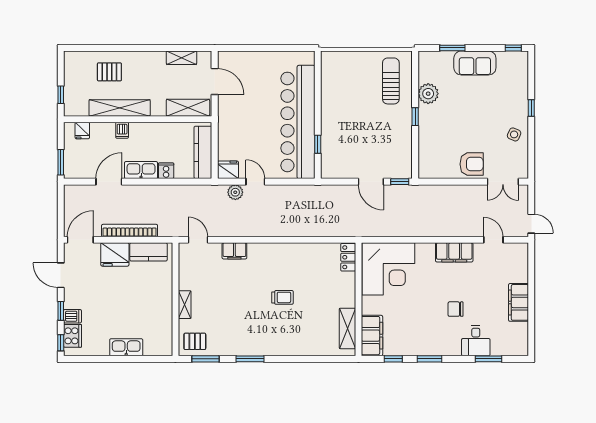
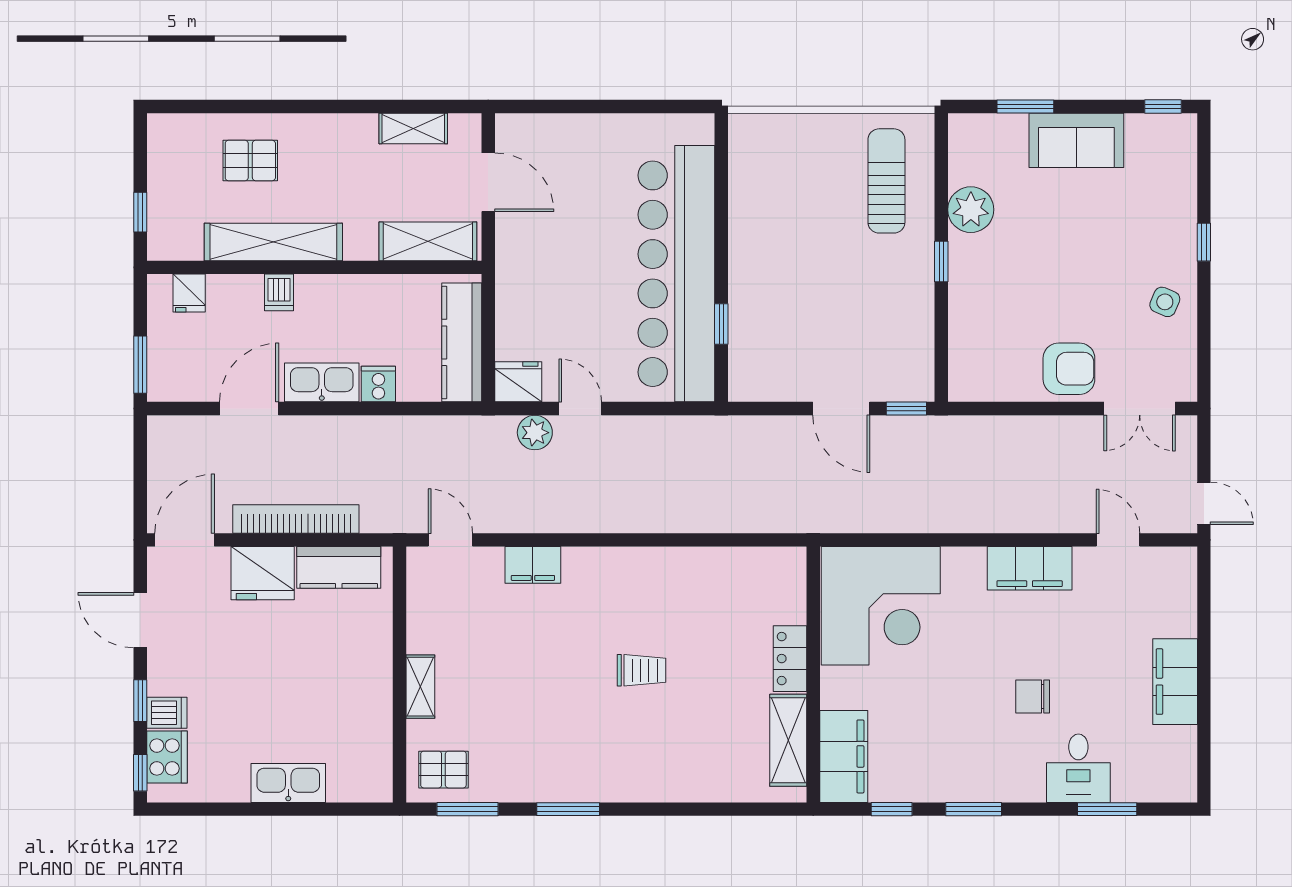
locker: (348, 257) -> (790, 659), moved

